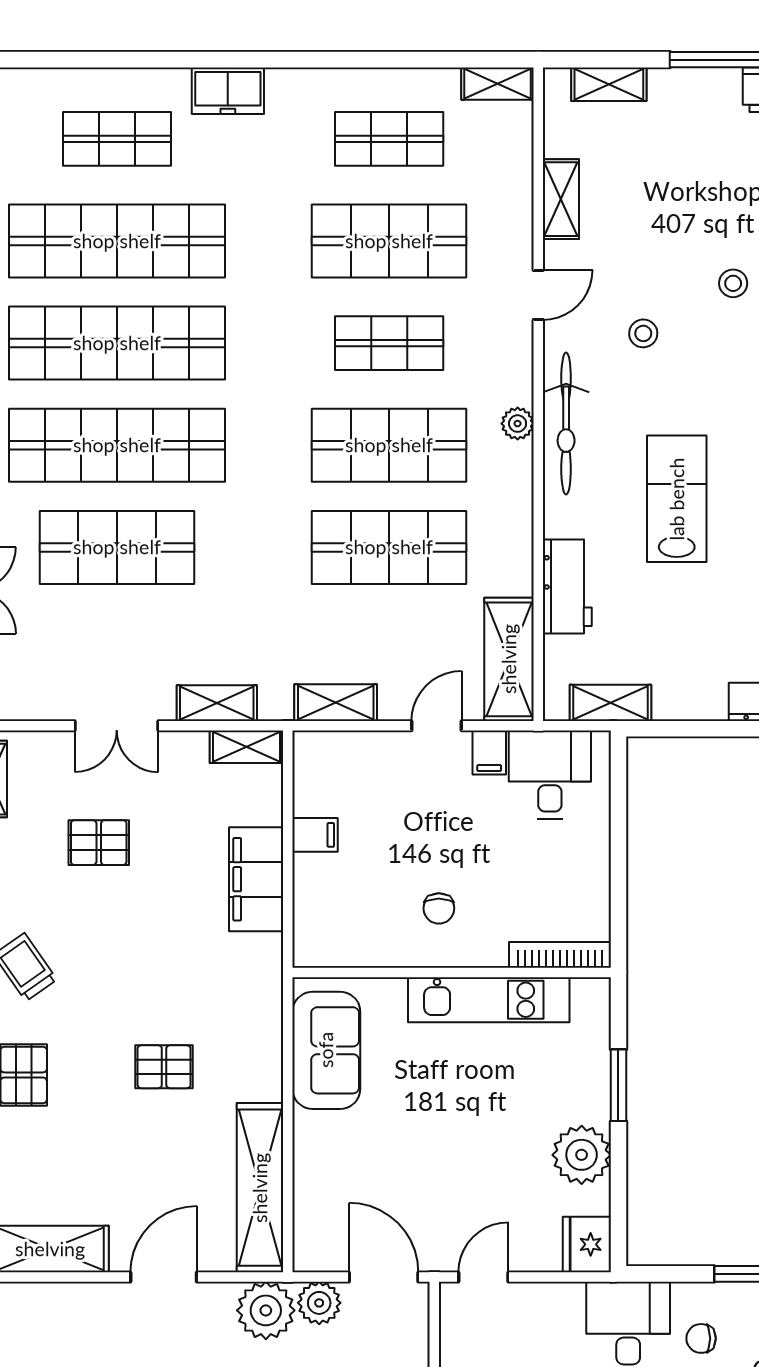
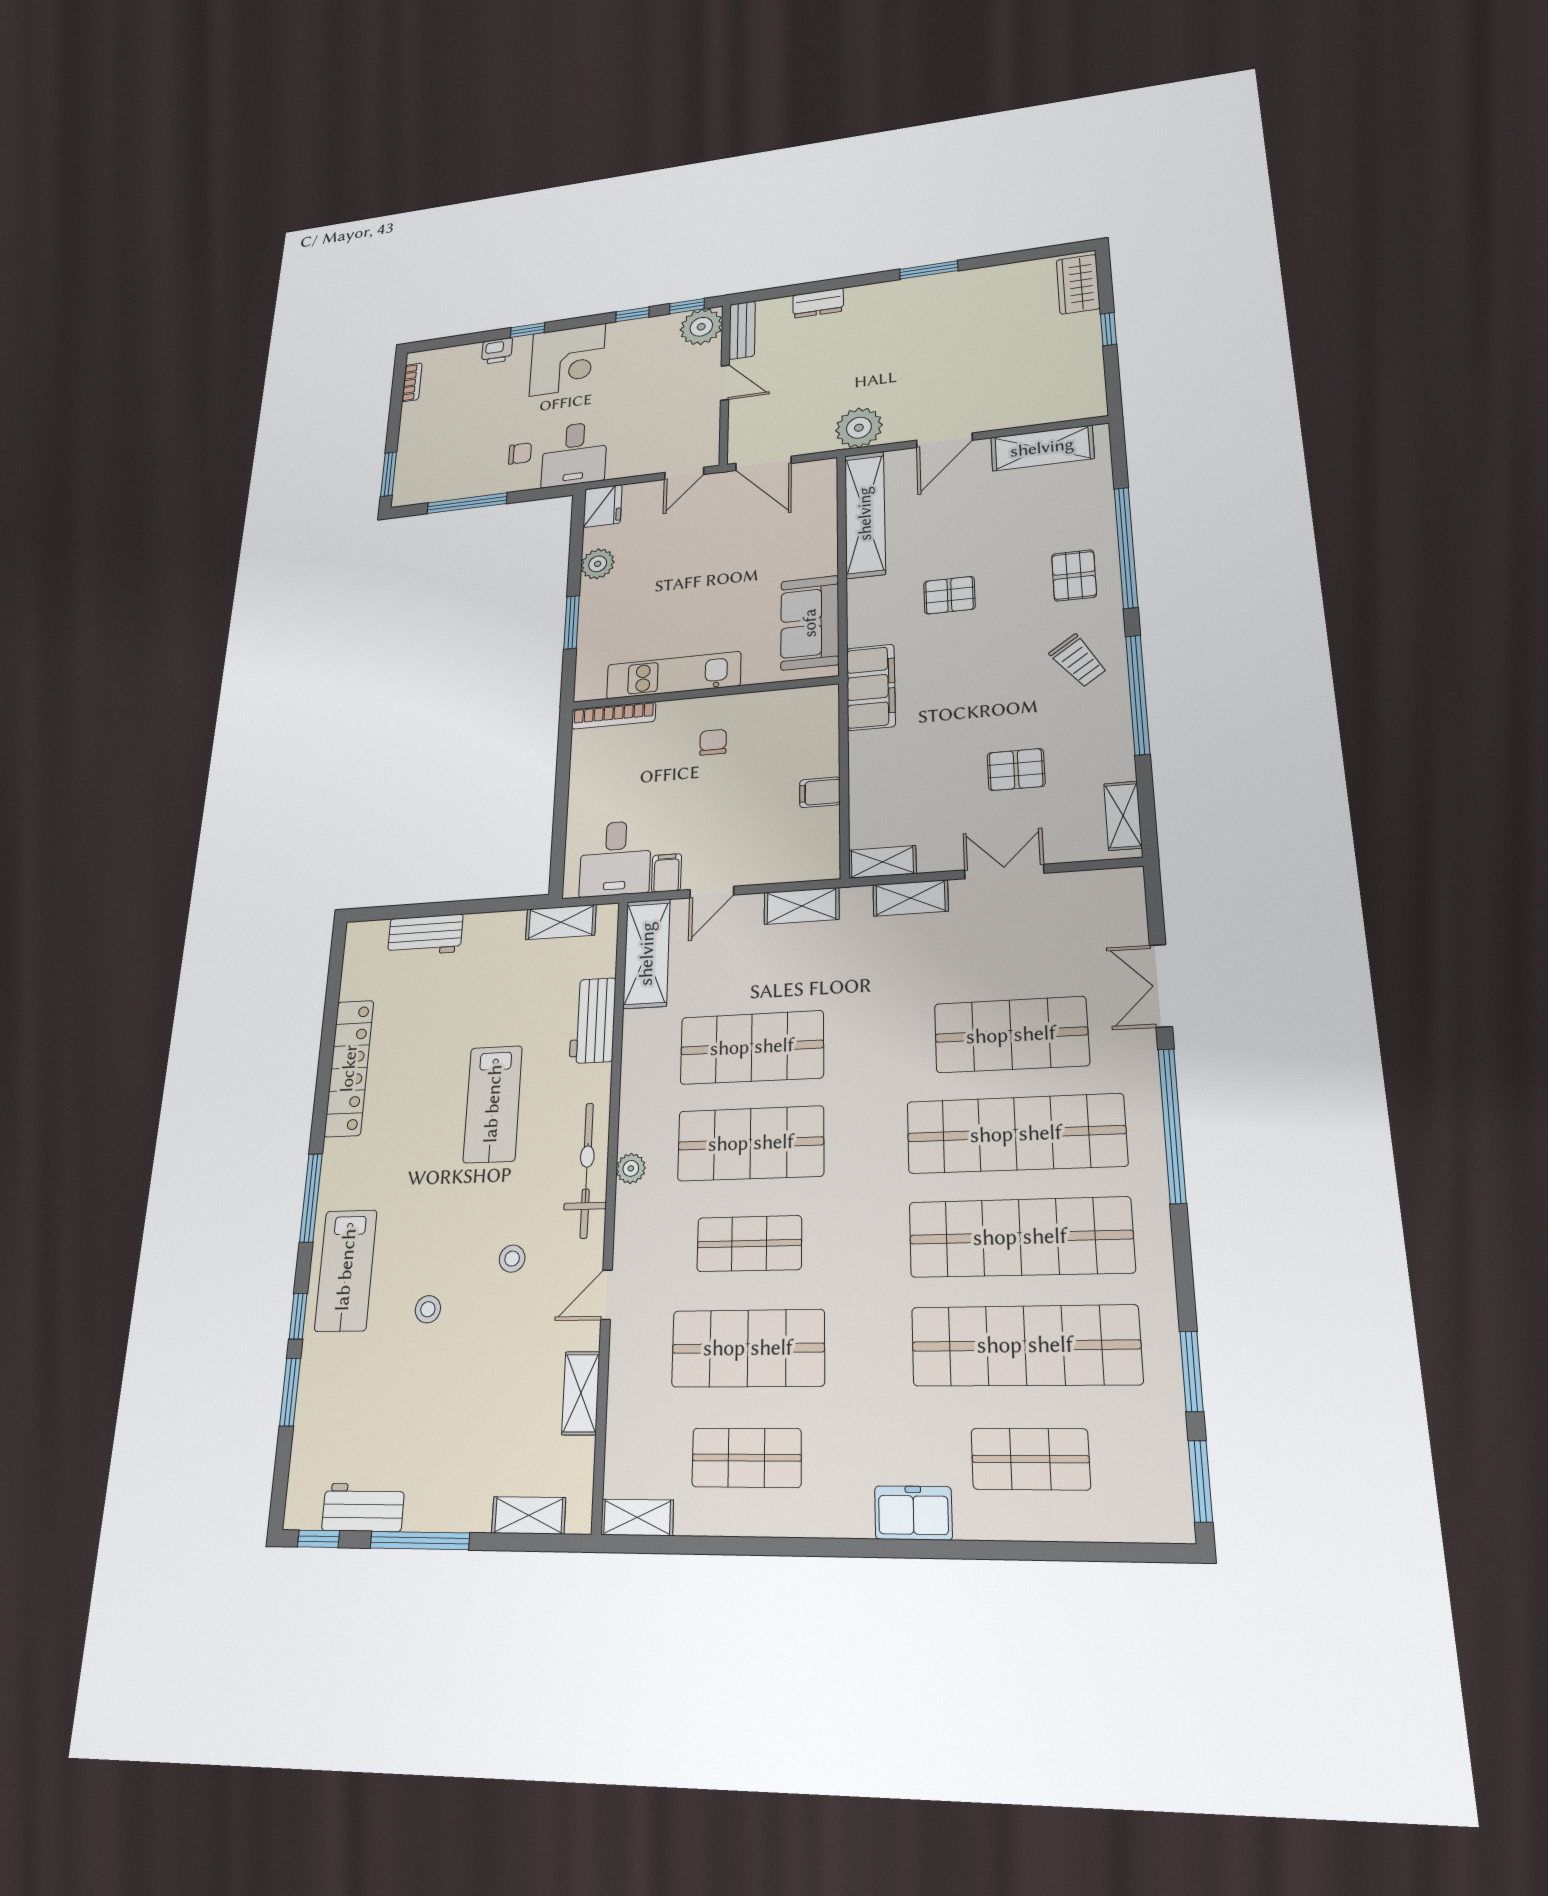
filing cabinet: (256, 879) -> (871, 687), moved
plant: (582, 1155) -> (598, 564), width x0.73, depth x0.73
plant: (319, 1303) -> (816, 439), removed

